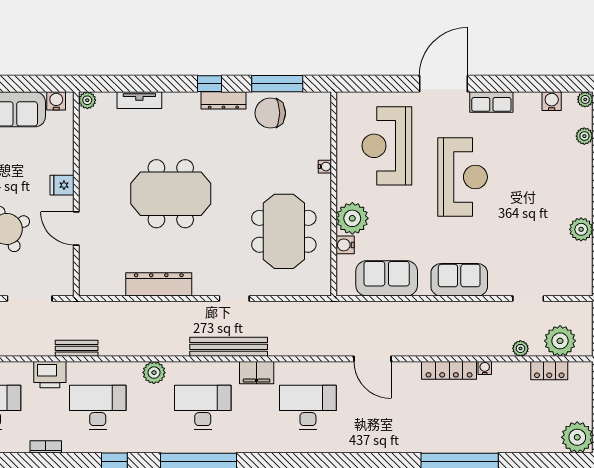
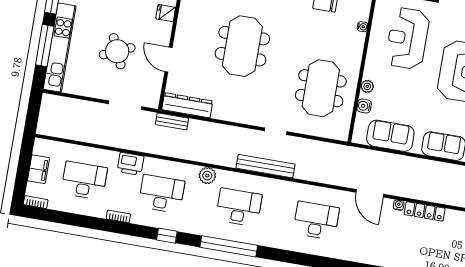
water cooler: (325, 167) -> (362, 27), moved
fridge: (62, 185) -> (166, 13), moved
meeting table: (171, 194) -> (242, 46), turned 90
plant: (352, 218) -> (367, 86), width x0.53, depth x0.53
dresser: (159, 284) -> (187, 105), moved
bench: (77, 348) -> (172, 121), moved
water cooler: (485, 368) -> (399, 205), moved
filing cabinet: (257, 373) -> (283, 189), removed

